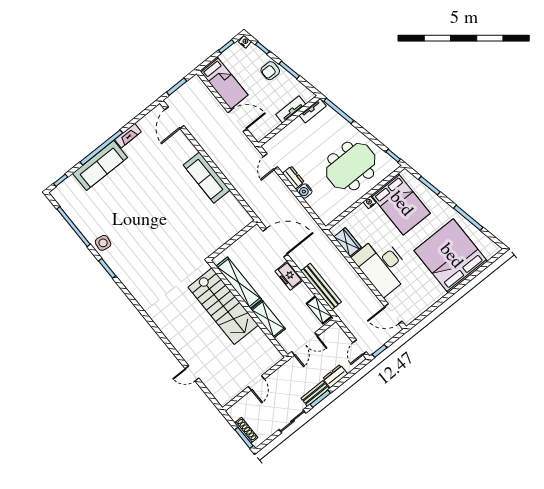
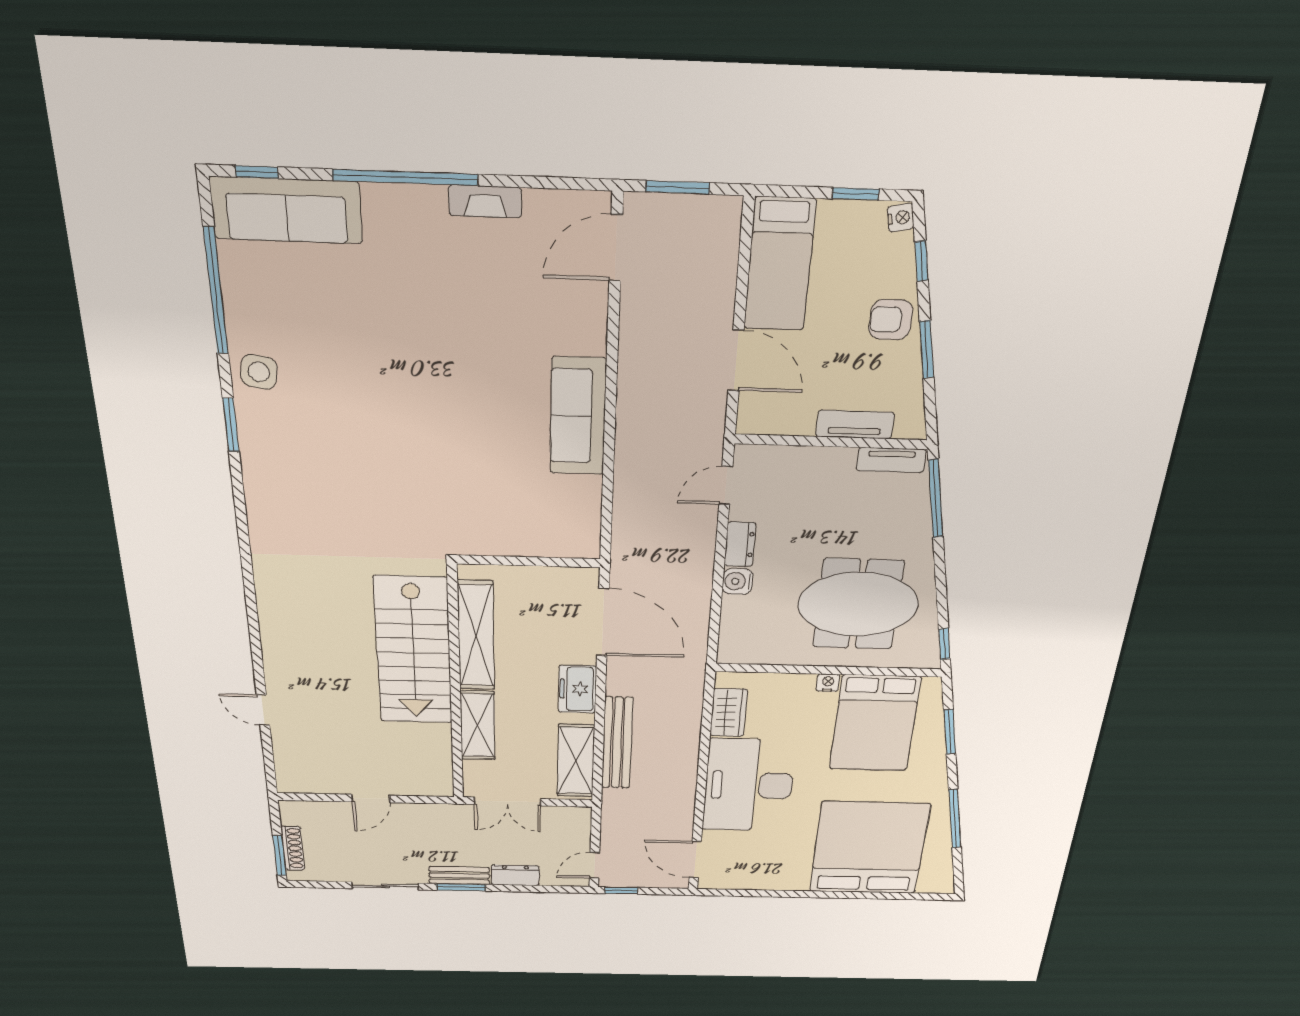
sofa: (100, 165) -> (286, 210), moved
shelving: (319, 310) -> (576, 761), width x1.50, depth x1.33

